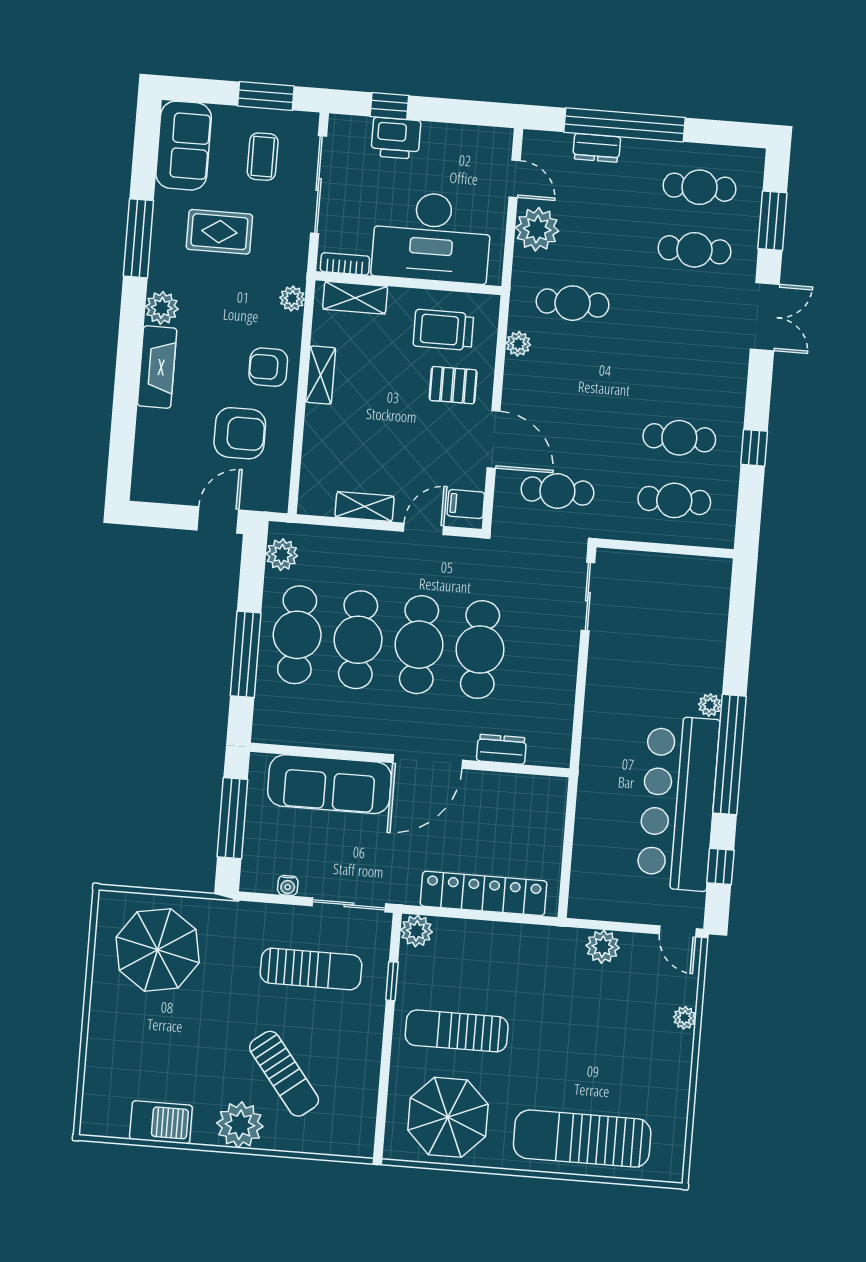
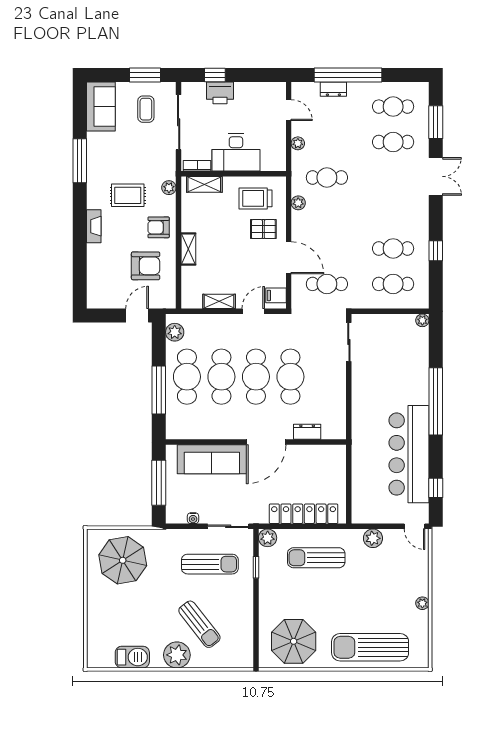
plant: (537, 229) -> (298, 143), width x0.53, depth x0.53
rug: (219, 232) -> (128, 195), moved
desk: (432, 237) -> (236, 152), width x0.73, depth x0.77
plant: (162, 308) -> (96, 199), removed
fireplace: (157, 367) -> (94, 226), width x0.73, depth x0.76
shelving: (321, 375) -> (188, 249), moved
plant: (710, 705) -> (422, 320), moved
window: (729, 755) -> (436, 401), moved
plant: (685, 1018) -> (422, 603), moved
sun lounger: (457, 1031) -> (316, 558), moved

